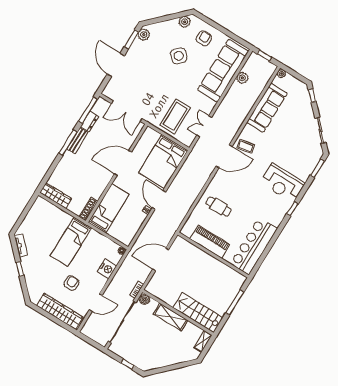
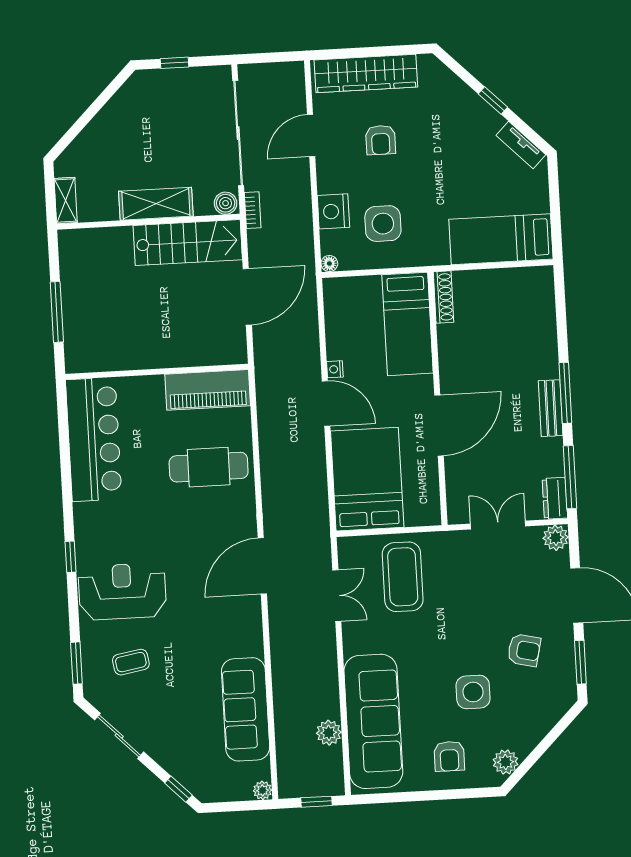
plant: (144, 35) -> (556, 538), moved
side table: (179, 56) -> (473, 692), turned 45
armchair: (149, 58) -> (524, 650), added
double door: (127, 111) -> (498, 525), width x0.73
dresser: (90, 121) -> (555, 498), moved
coffee table: (246, 146) -> (131, 662), moved
wardrobe: (56, 196) -> (520, 280), removed
cafe table: (219, 206) -> (209, 467), width x1.37, depth x1.35
bed: (71, 242) -> (501, 239), moved, turned -90
piano: (210, 242) -> (208, 390), moved
side table: (92, 252) -> (383, 224), added
stairs: (198, 313) -> (188, 243), moved

